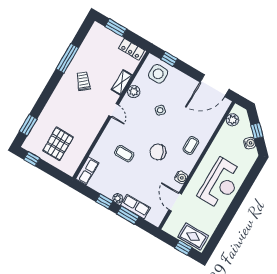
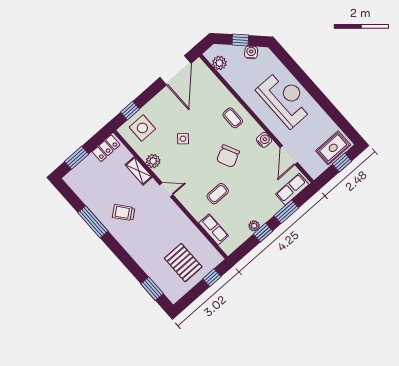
window: (32, 159) -> (212, 278), moved
row of seats: (87, 171) -> (214, 229), moved
plant: (118, 198) -> (254, 226), moved
door: (175, 202) -> (289, 155), hinge flipped
row of seats: (135, 207) -> (292, 189), moved

